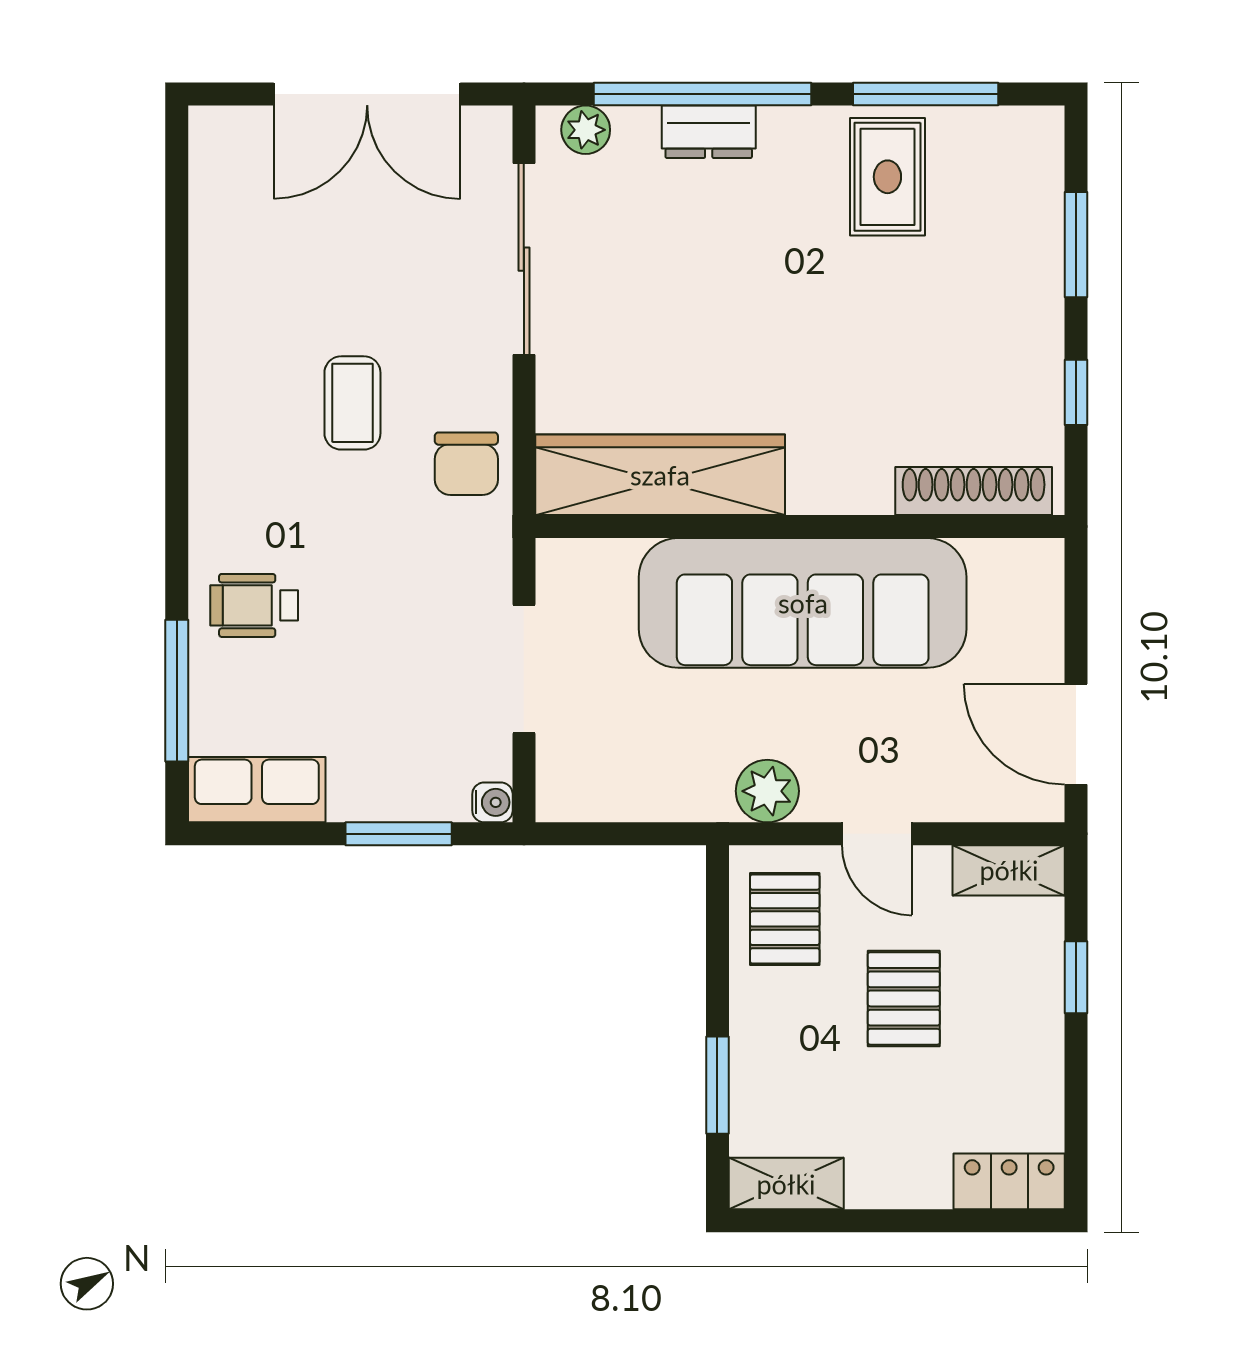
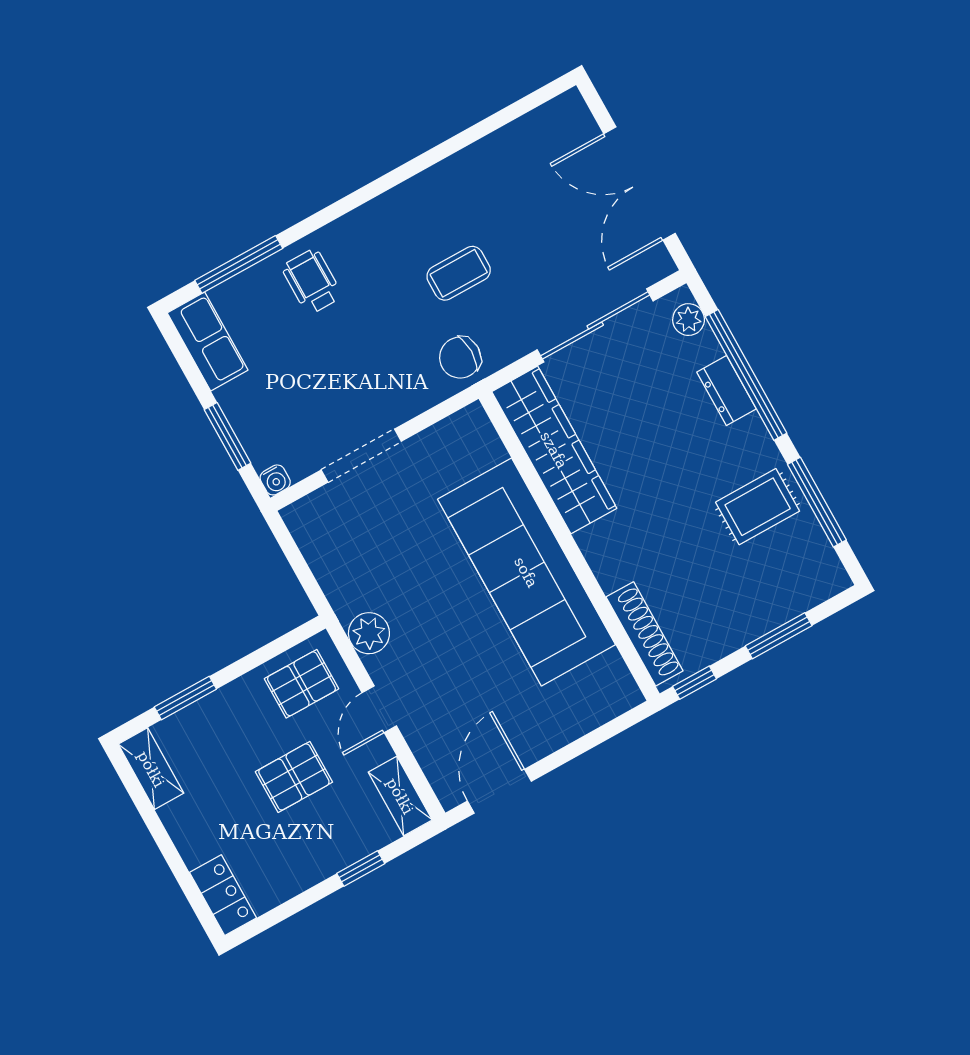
wardrobe: (660, 475) -> (554, 450), moved
shoe rack: (974, 491) -> (645, 634), moved
wall: (800, 527) -> (569, 546), moved
sofa: (803, 603) -> (526, 572), moved

